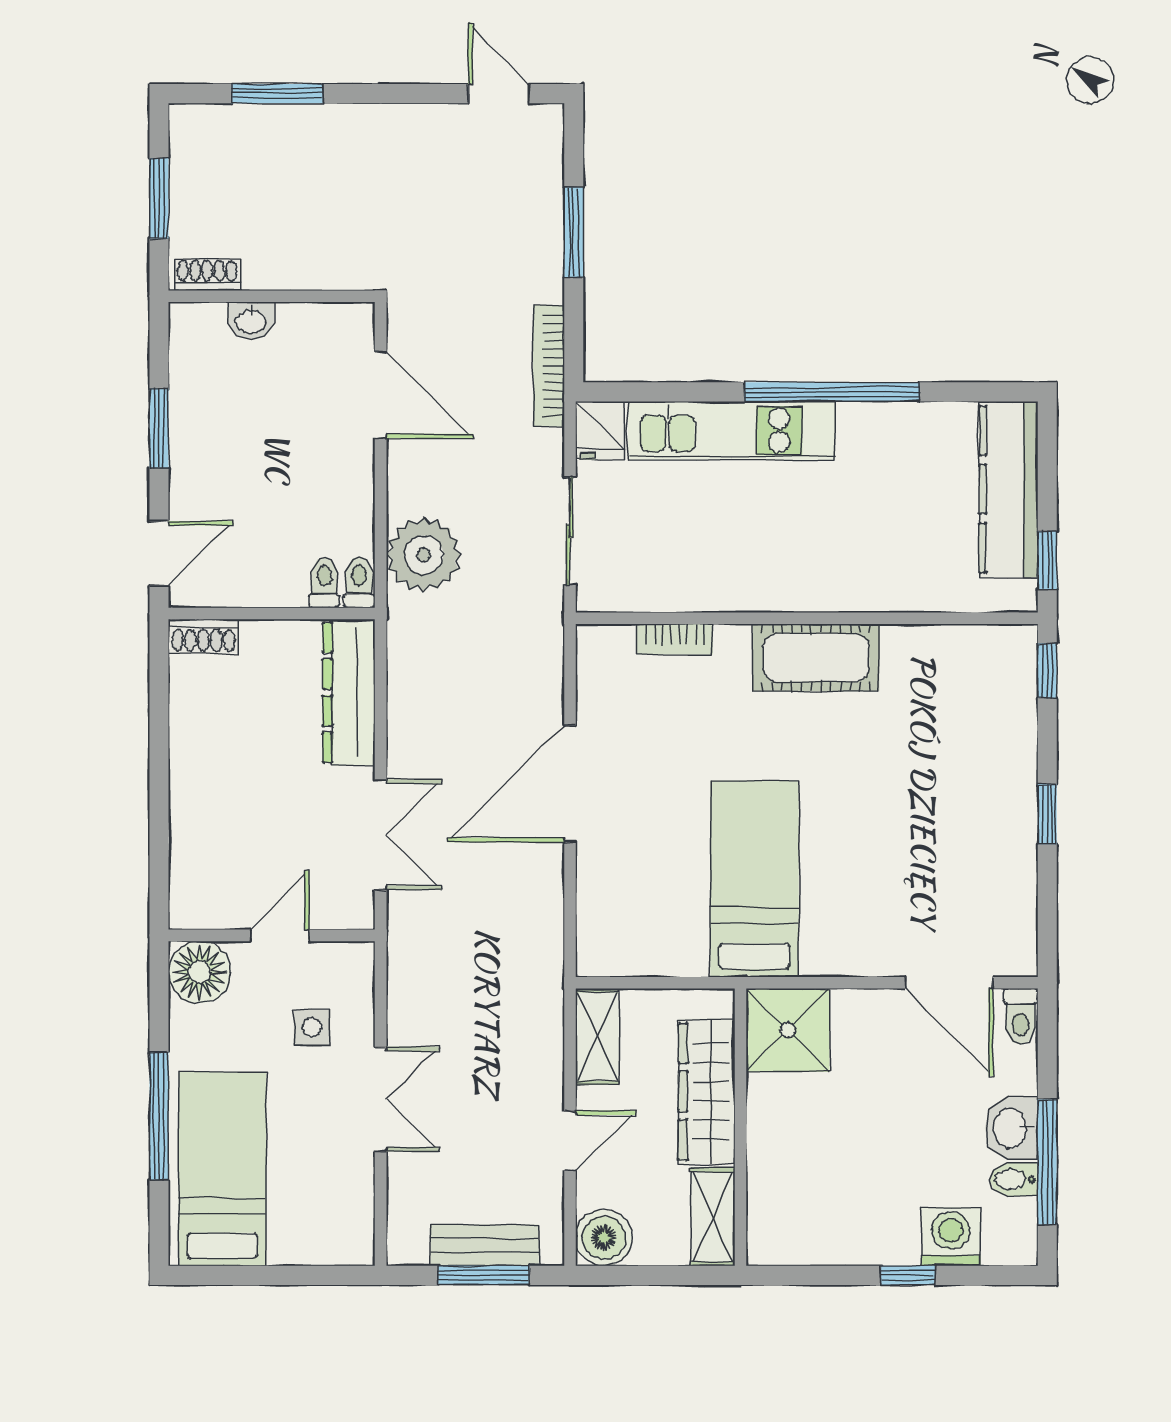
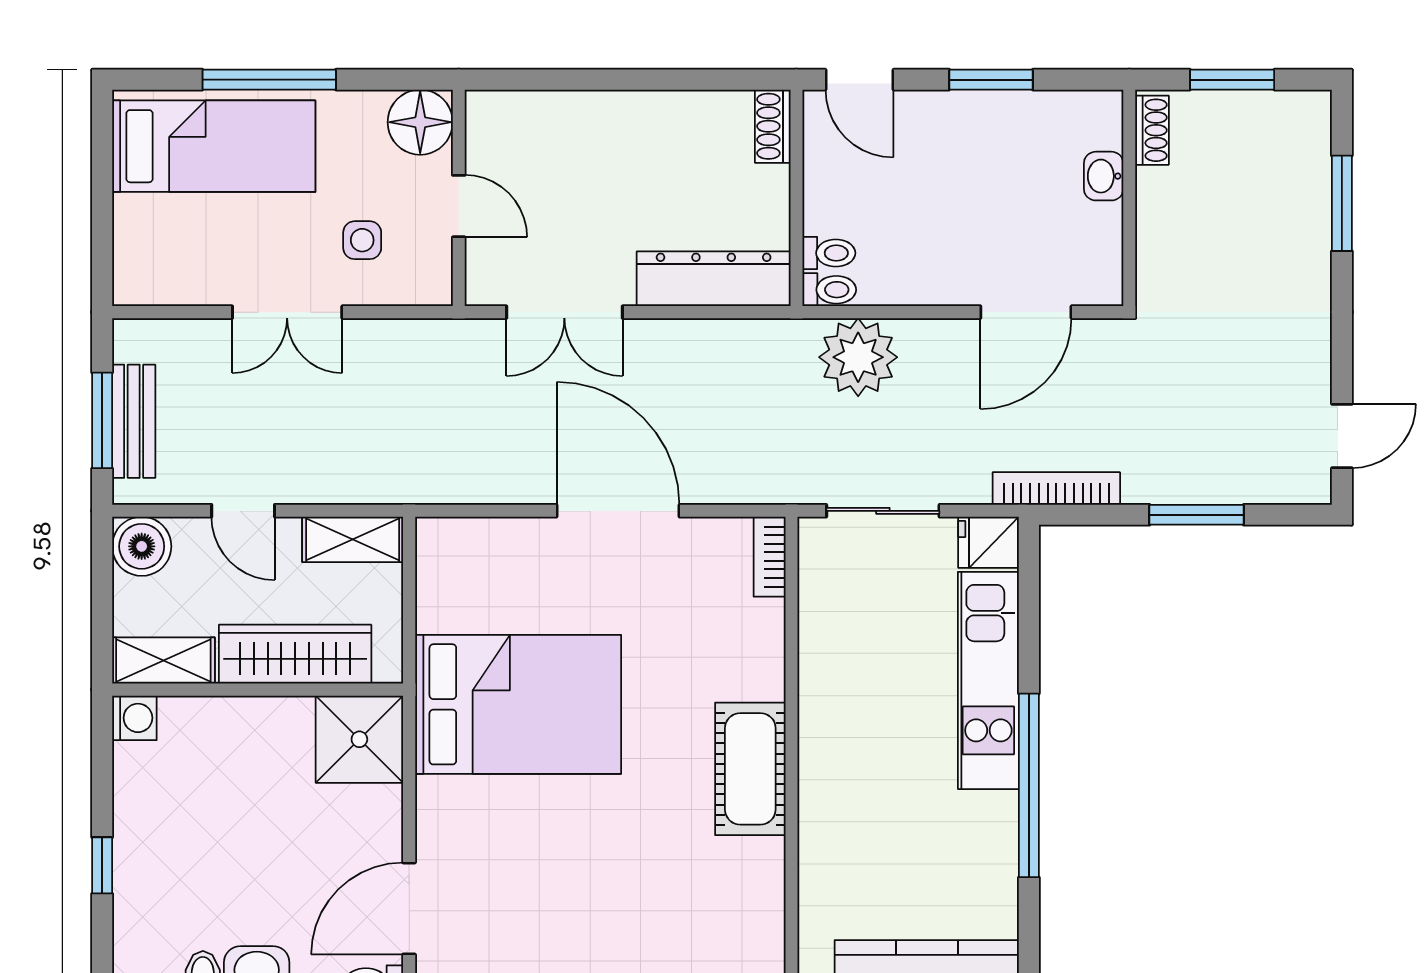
bookcase: (675, 639) -> (770, 557), moved
bed: (755, 879) -> (518, 704), width x1.50
washing machine: (951, 1237) -> (134, 718), moved, width x0.73, depth x0.73

